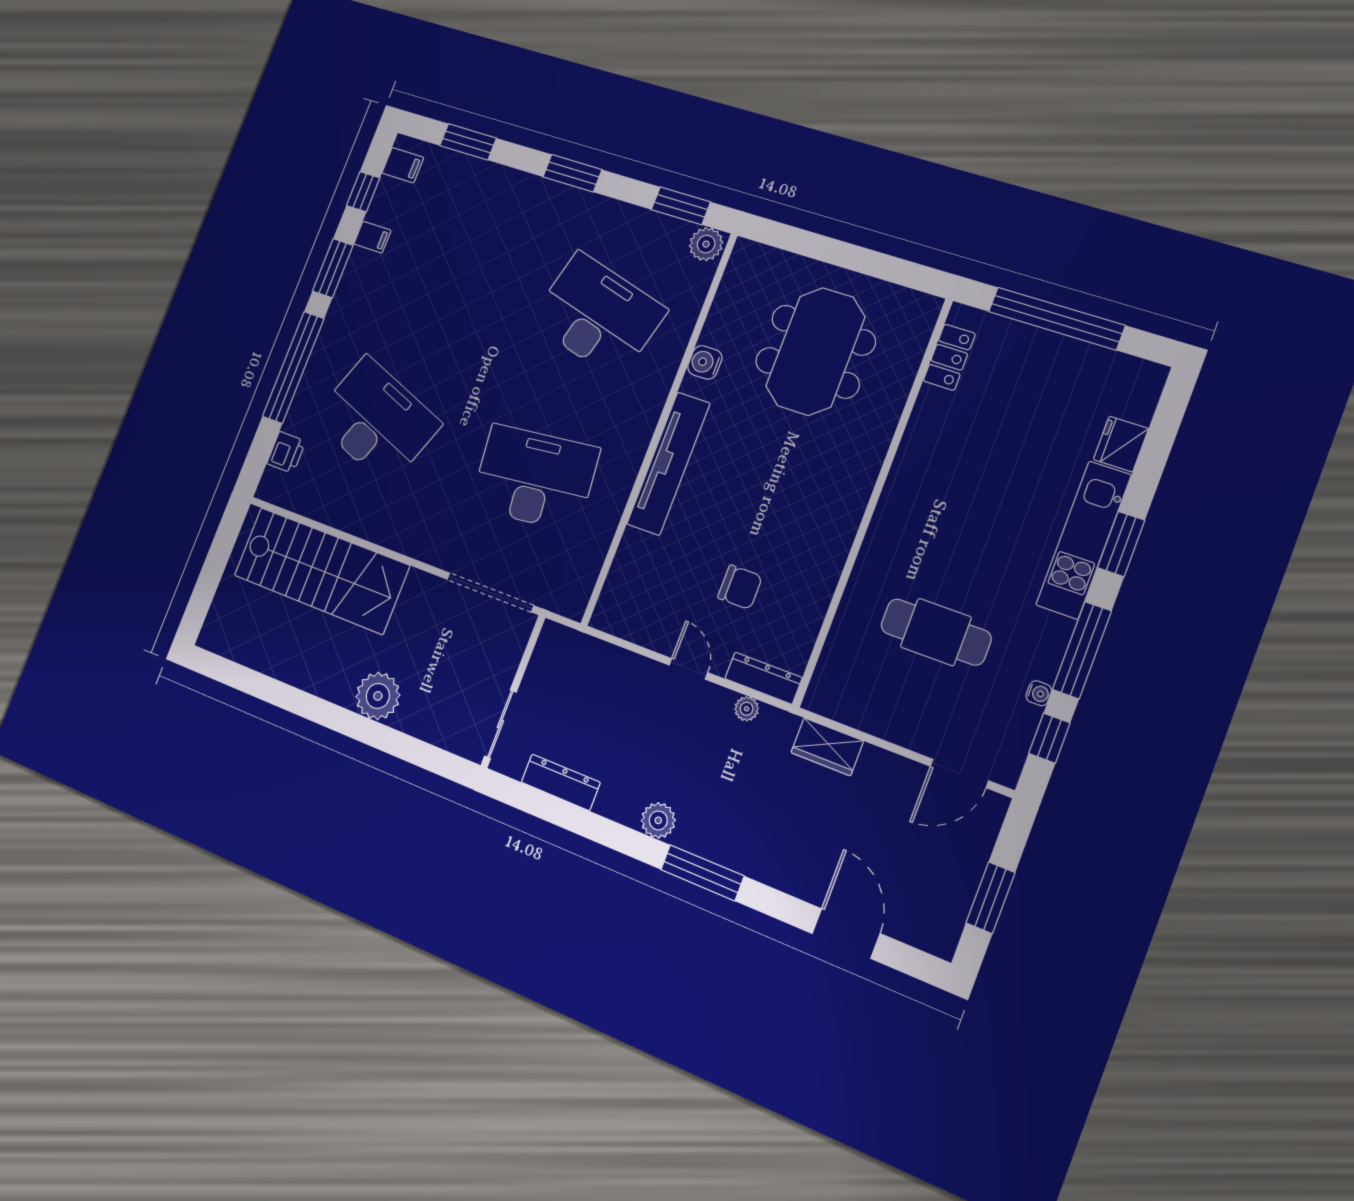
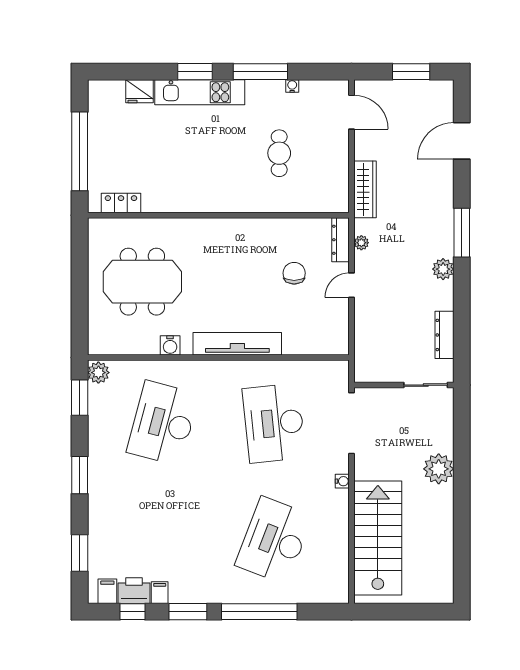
printer: (286, 452) -> (134, 591), moved, width x1.36, depth x1.24
water cooler: (416, 548) -> (342, 481), added
cafe table: (936, 632) -> (279, 153), width x0.73, depth x0.74
window: (1049, 738) -> (314, 72), removed
wardrobe: (827, 747) -> (365, 189), width x1.50

